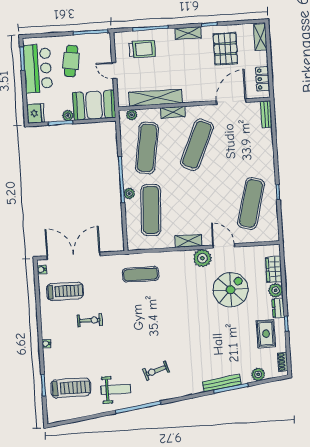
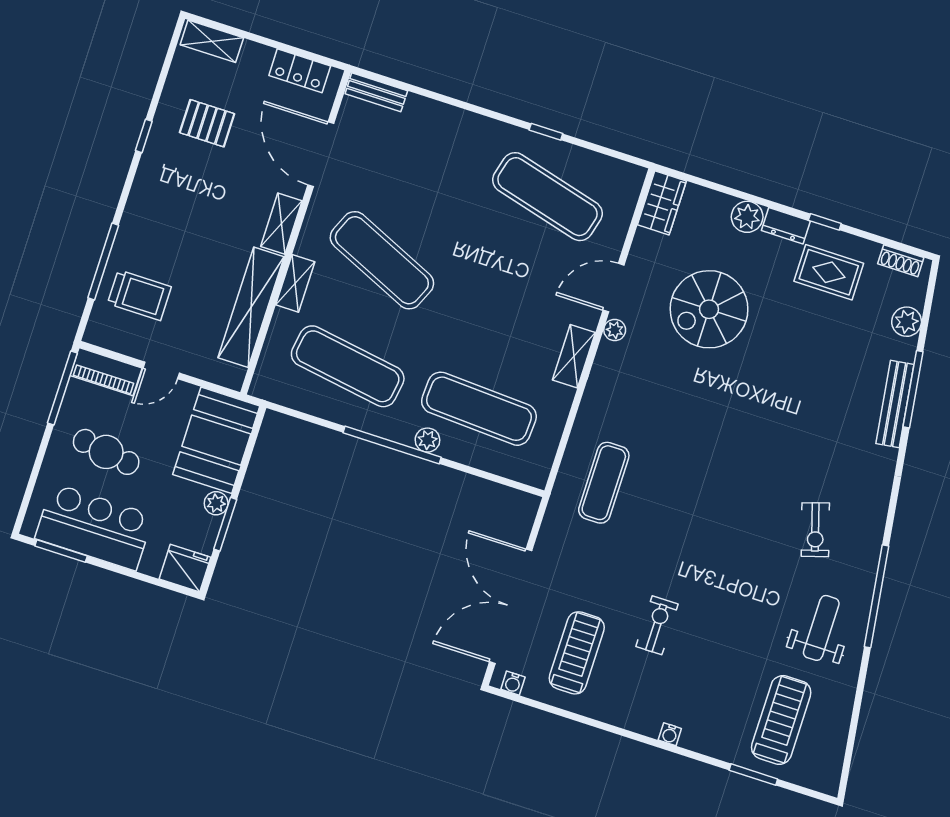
shelving: (188, 33) -> (281, 224), moved
piano: (105, 48) -> (106, 372), added
trolley: (142, 49) -> (139, 295), turned 90
pallet: (225, 49) -> (207, 123), width x0.67, depth x0.71
plant: (132, 115) -> (267, 371), removed
plant: (202, 258) -> (615, 330), width x0.53, depth x0.53
wardrobe: (274, 269) -> (662, 203), moved, turned -90
spiral stairs: (231, 290) -> (709, 309), turned -90

